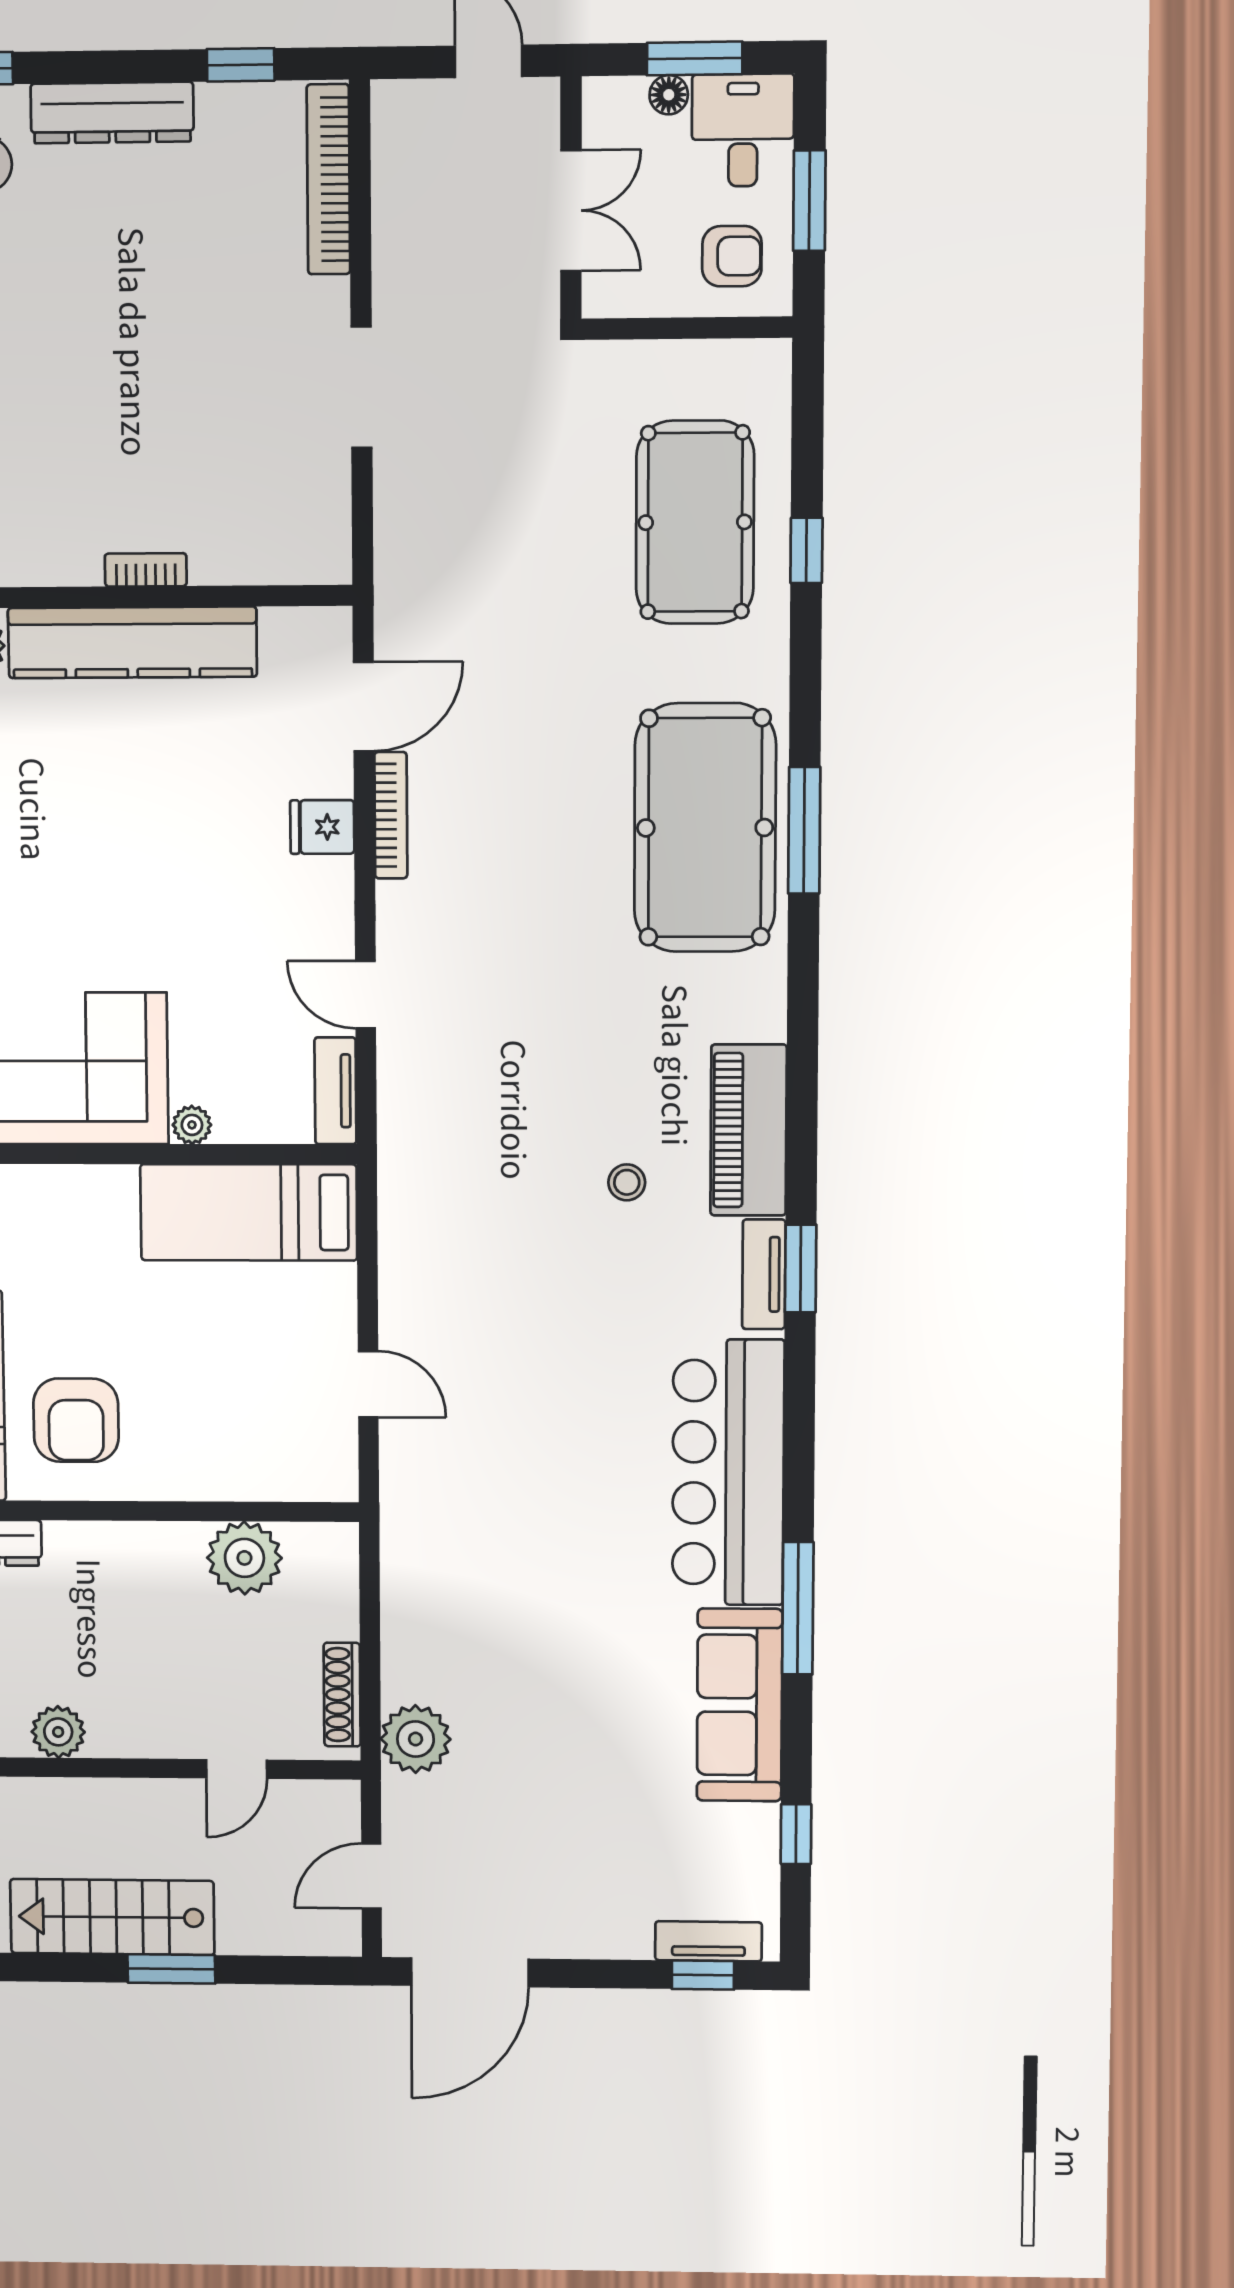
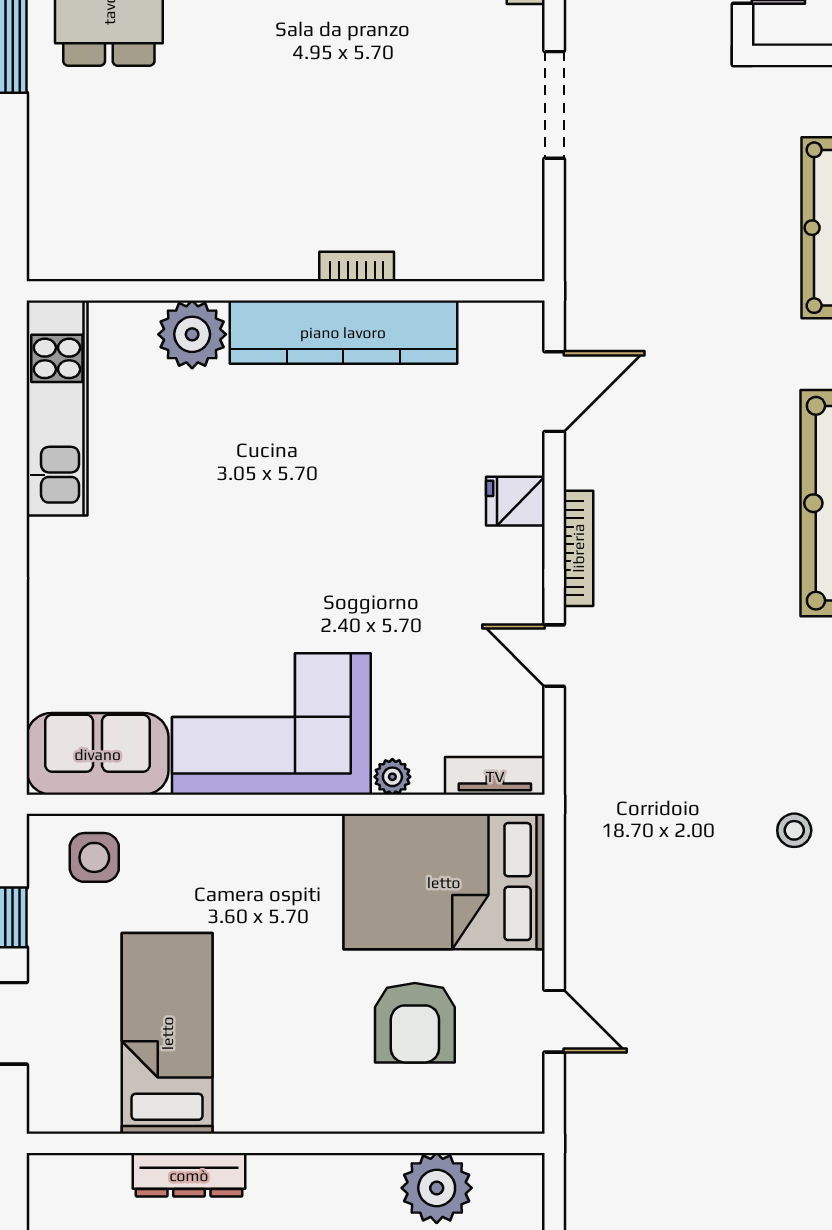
bookcase: (391, 815) -> (578, 548), moved
tv unit: (335, 1091) -> (495, 776), moved, turned 90
bed: (249, 1212) -> (444, 882), width x1.50
armchair: (76, 1420) -> (415, 1023), moved

